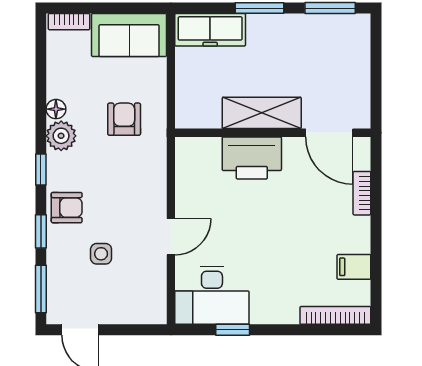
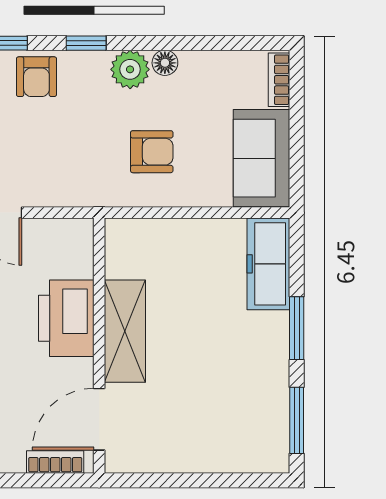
shelving: (262, 113) -> (125, 331), moved
wall: (273, 133) -> (99, 346), moved
door: (329, 133) -> (99, 419), moved
printer: (252, 158) -> (66, 318), moved

